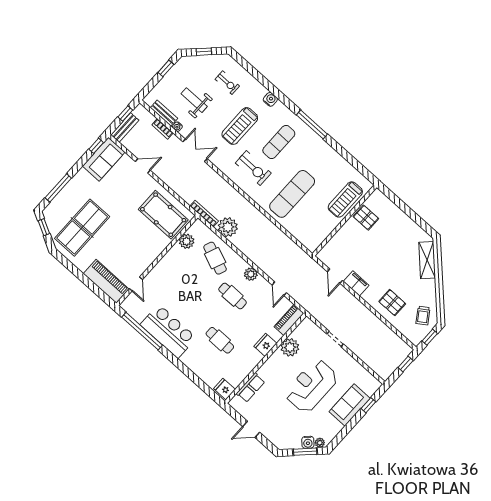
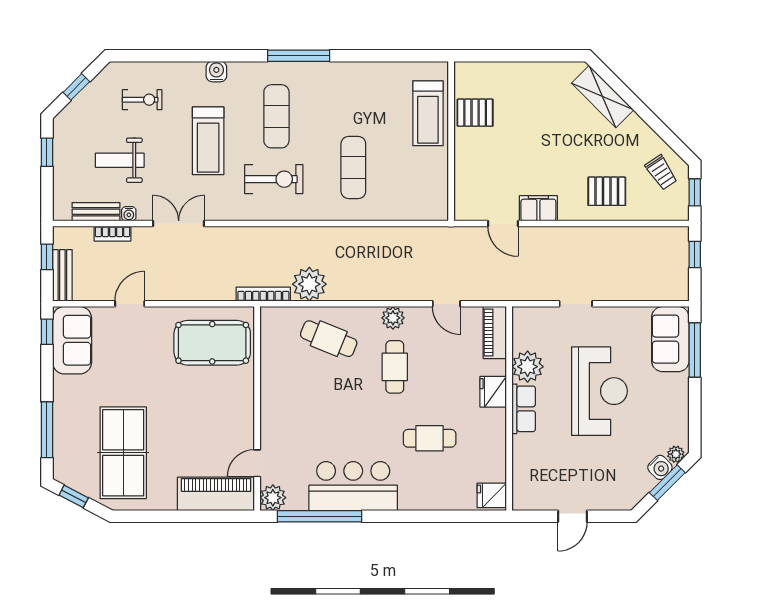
exercise mat: (292, 194) -> (353, 168), width x0.73, depth x0.69
plant: (187, 241) -> (273, 498), moved
door: (136, 284) -> (257, 463), swing flipped
cafe table: (233, 296) -> (395, 367), turned 90
reception desk: (311, 386) -> (599, 391), turned 180
row of seats: (251, 388) -> (524, 409), moved
sofa: (350, 405) -> (670, 339), moved
window: (368, 405) -> (695, 350), width x2.17

